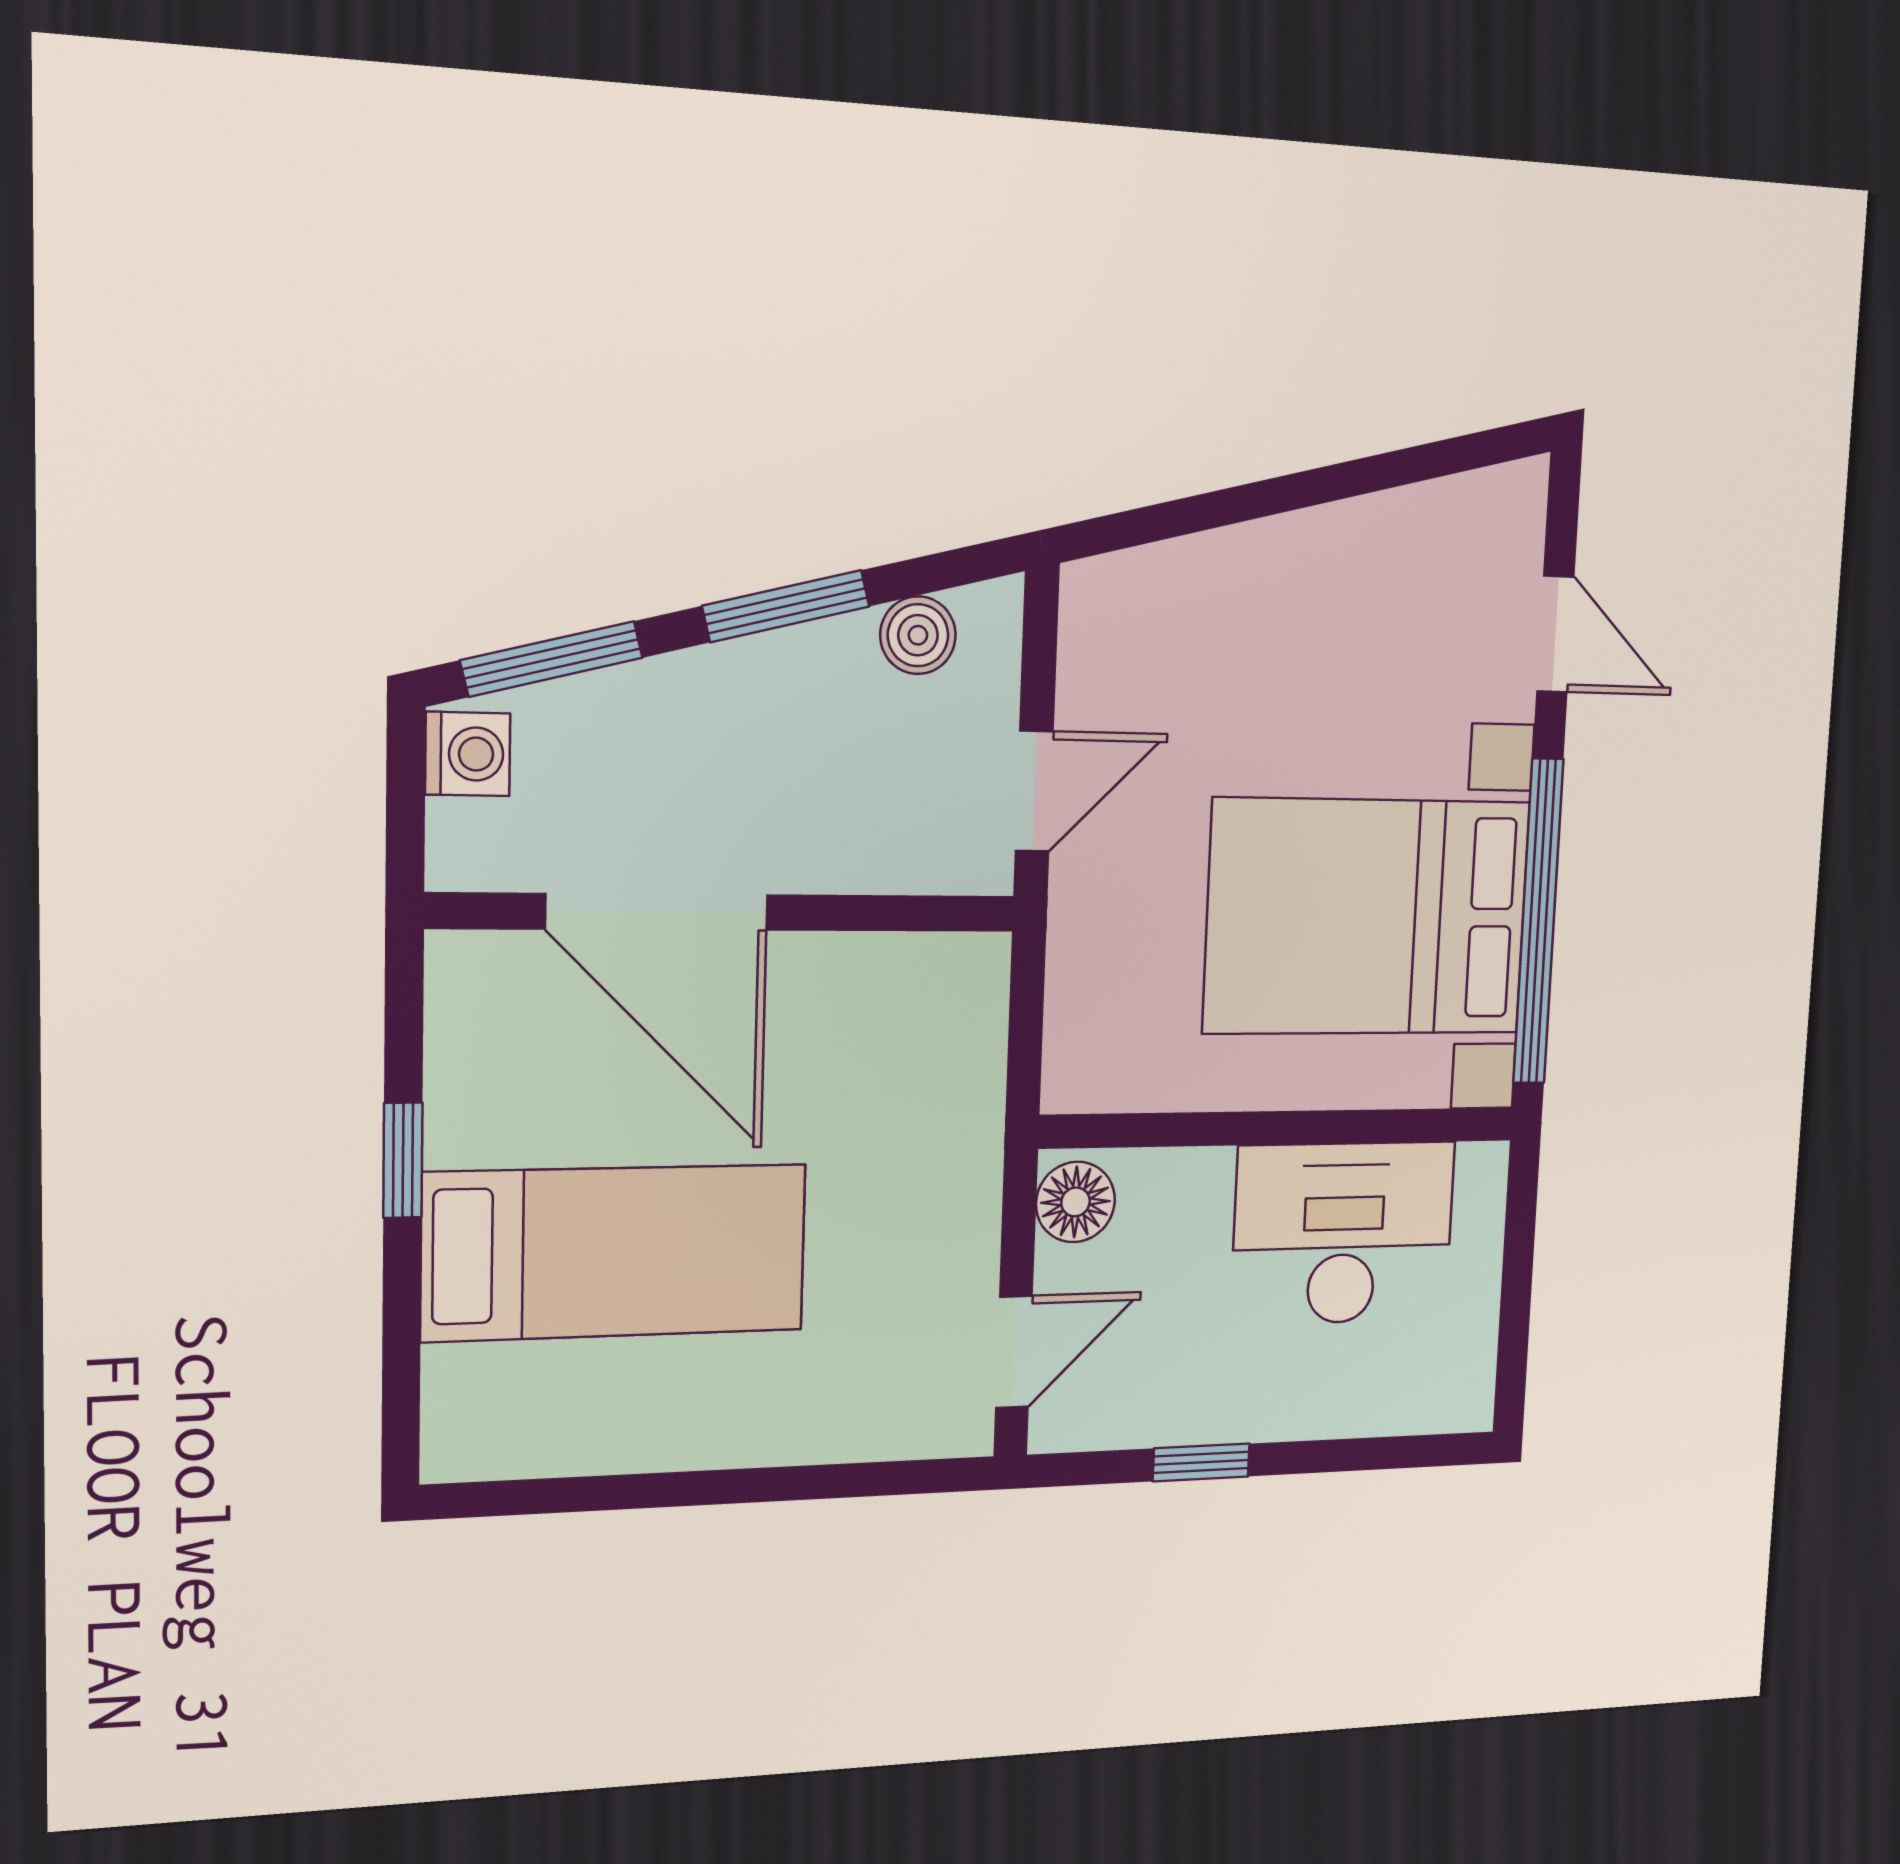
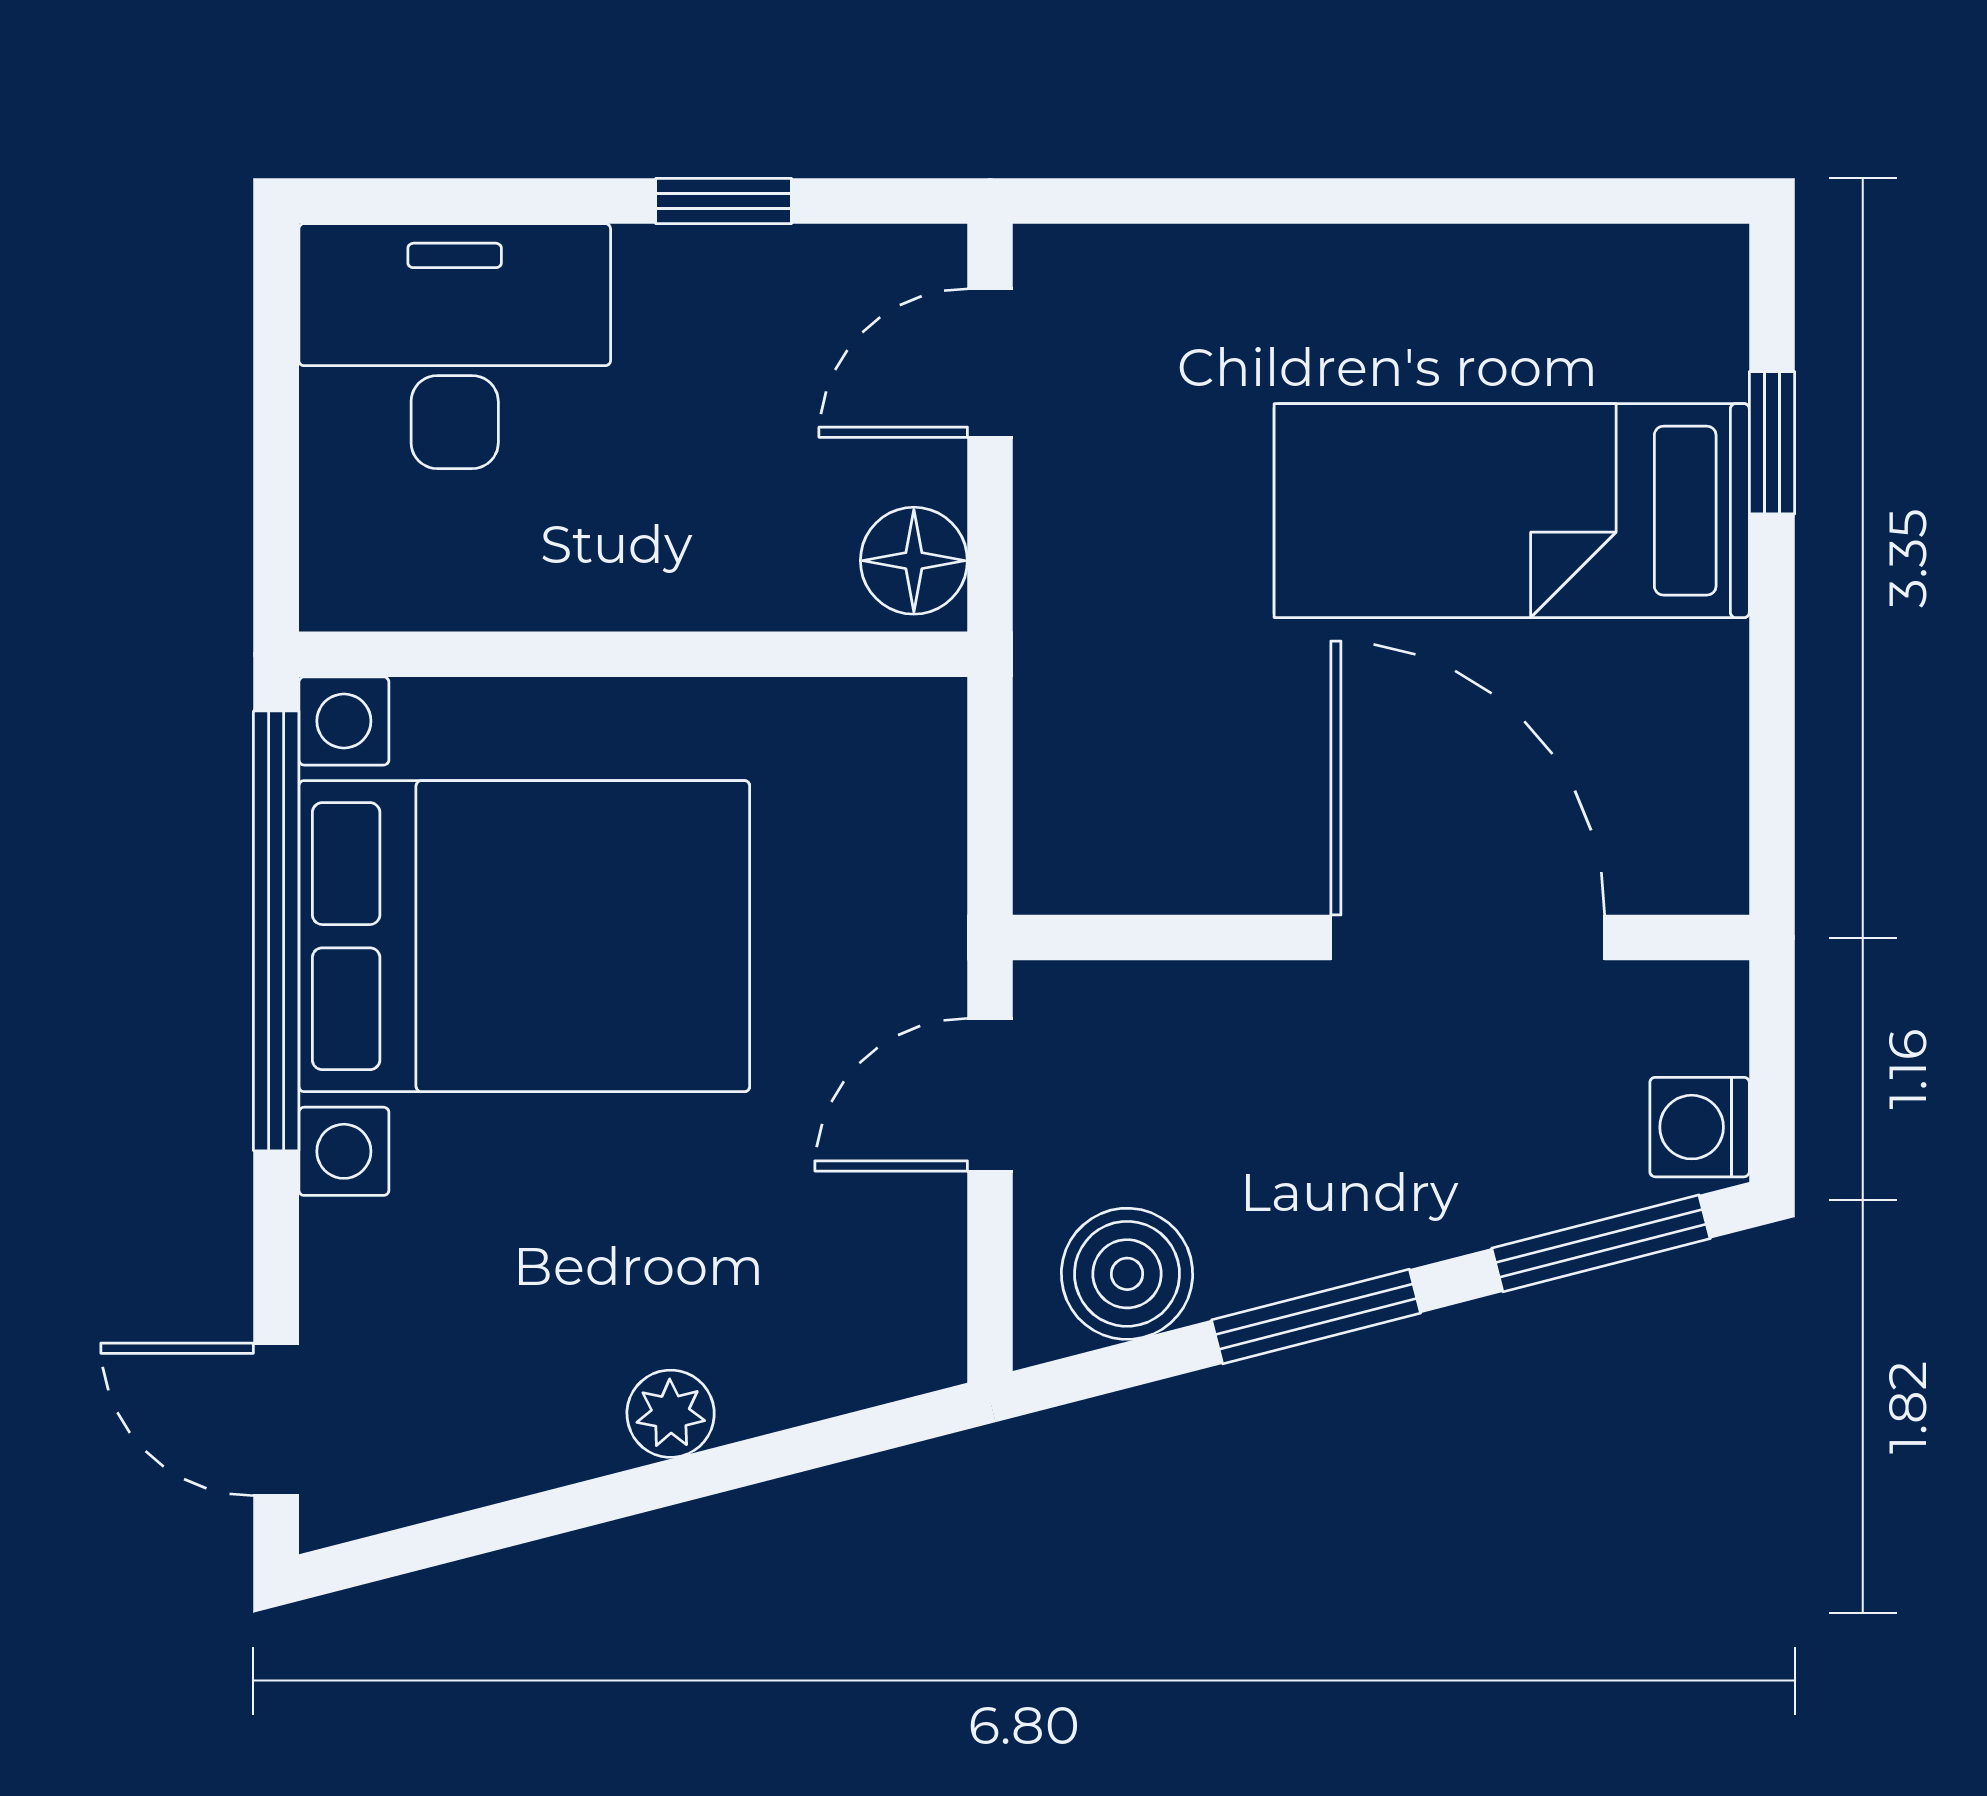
plant: (1281, 548) -> (671, 1414), added
door: (1555, 634) -> (276, 1419), moved
boiler: (918, 635) -> (1127, 1274), width x1.36, depth x1.36
window: (403, 1160) -> (1772, 443), moved
desk: (1343, 1233) -> (455, 346), moved, turned 180

